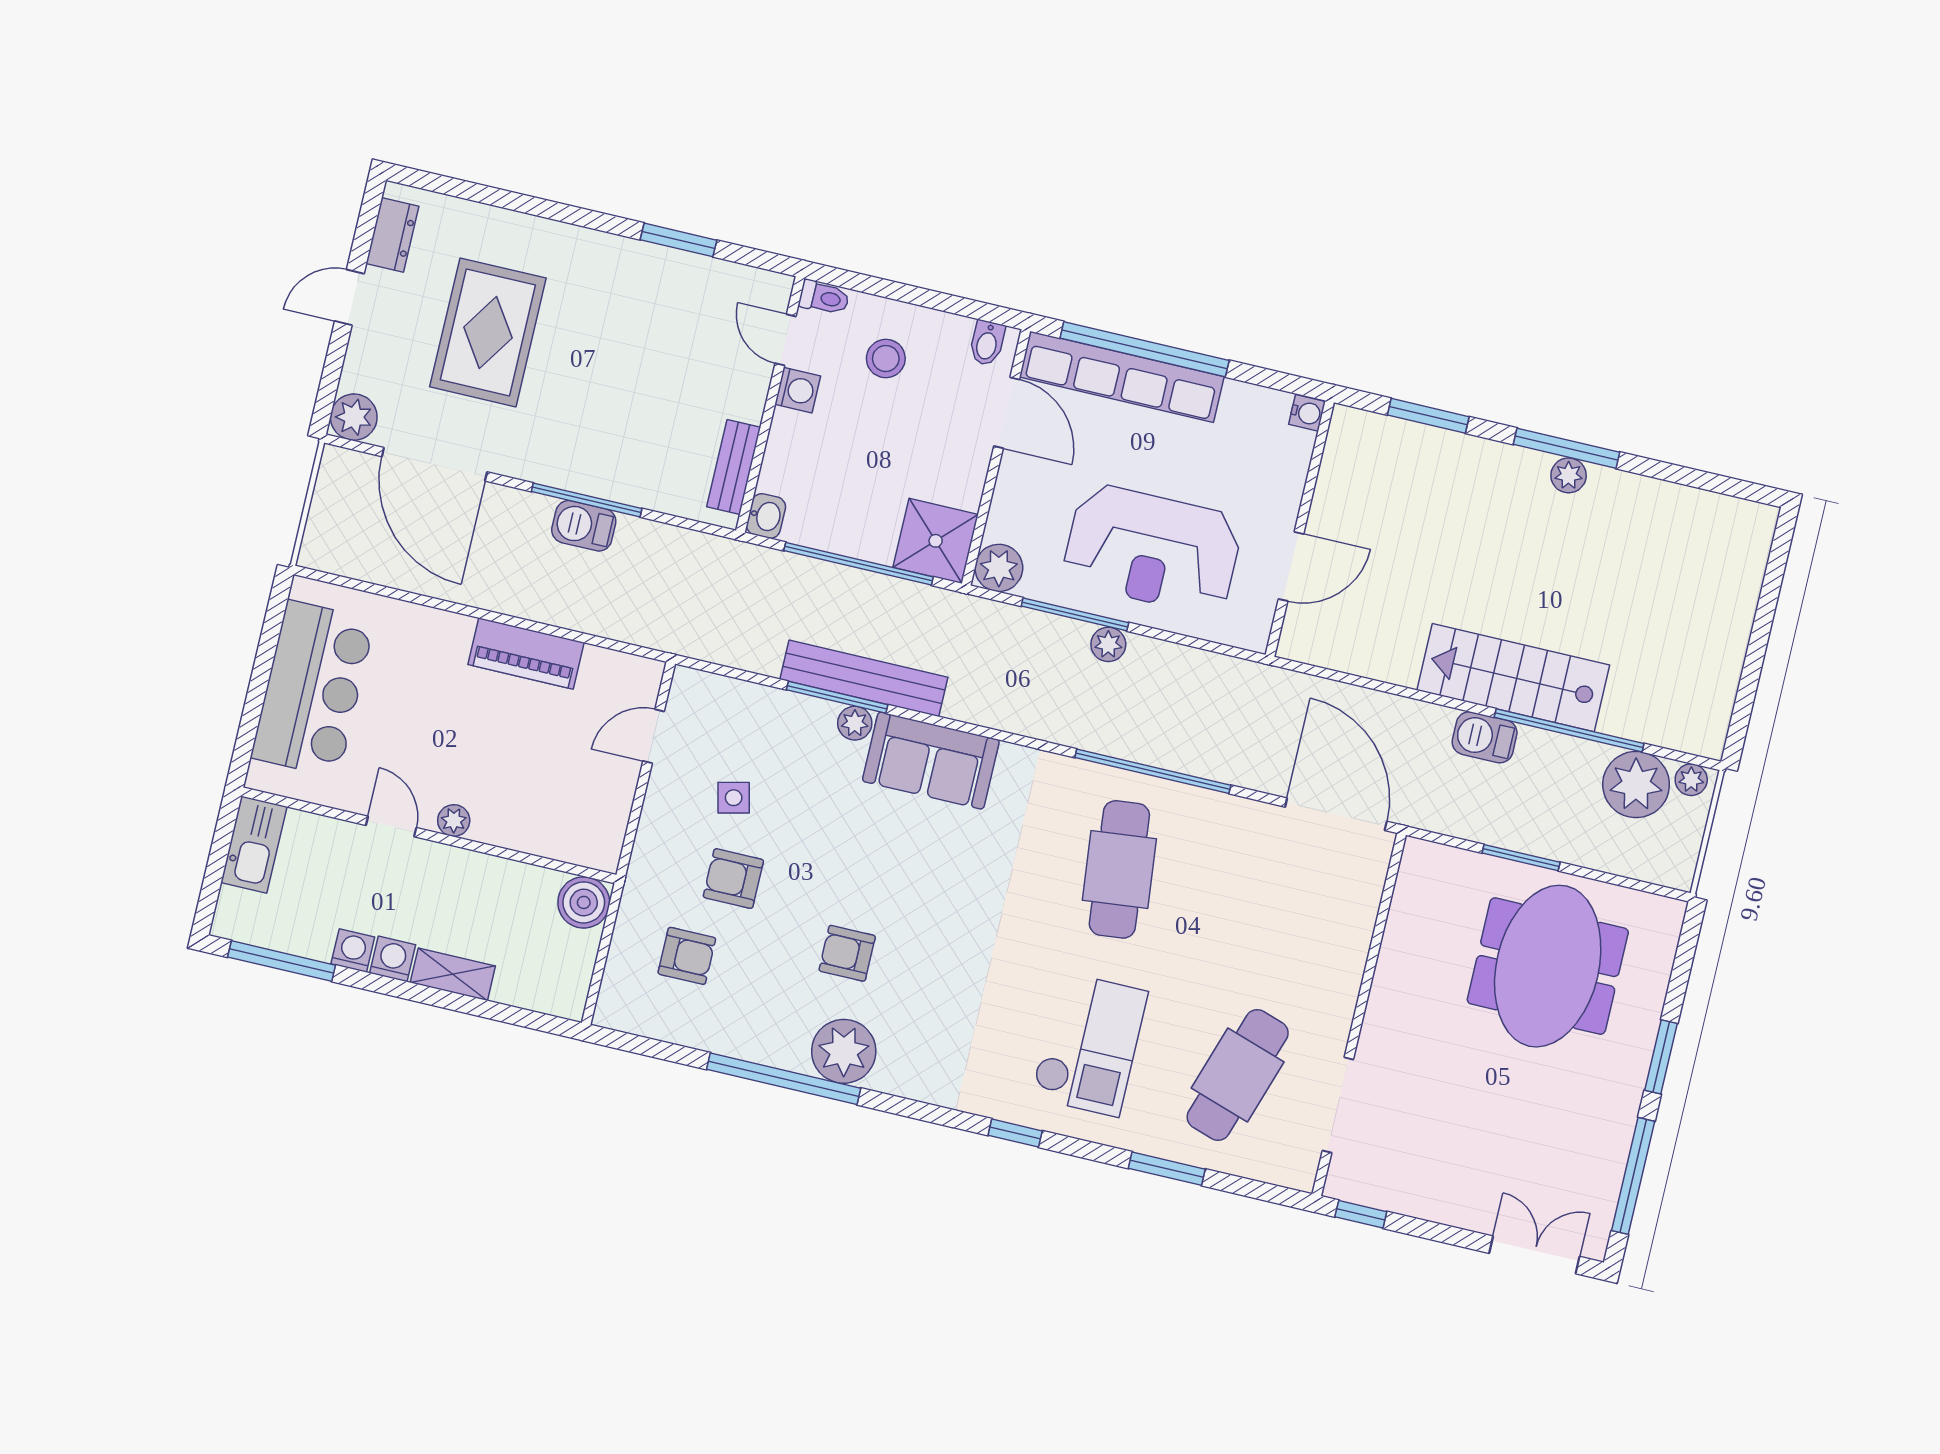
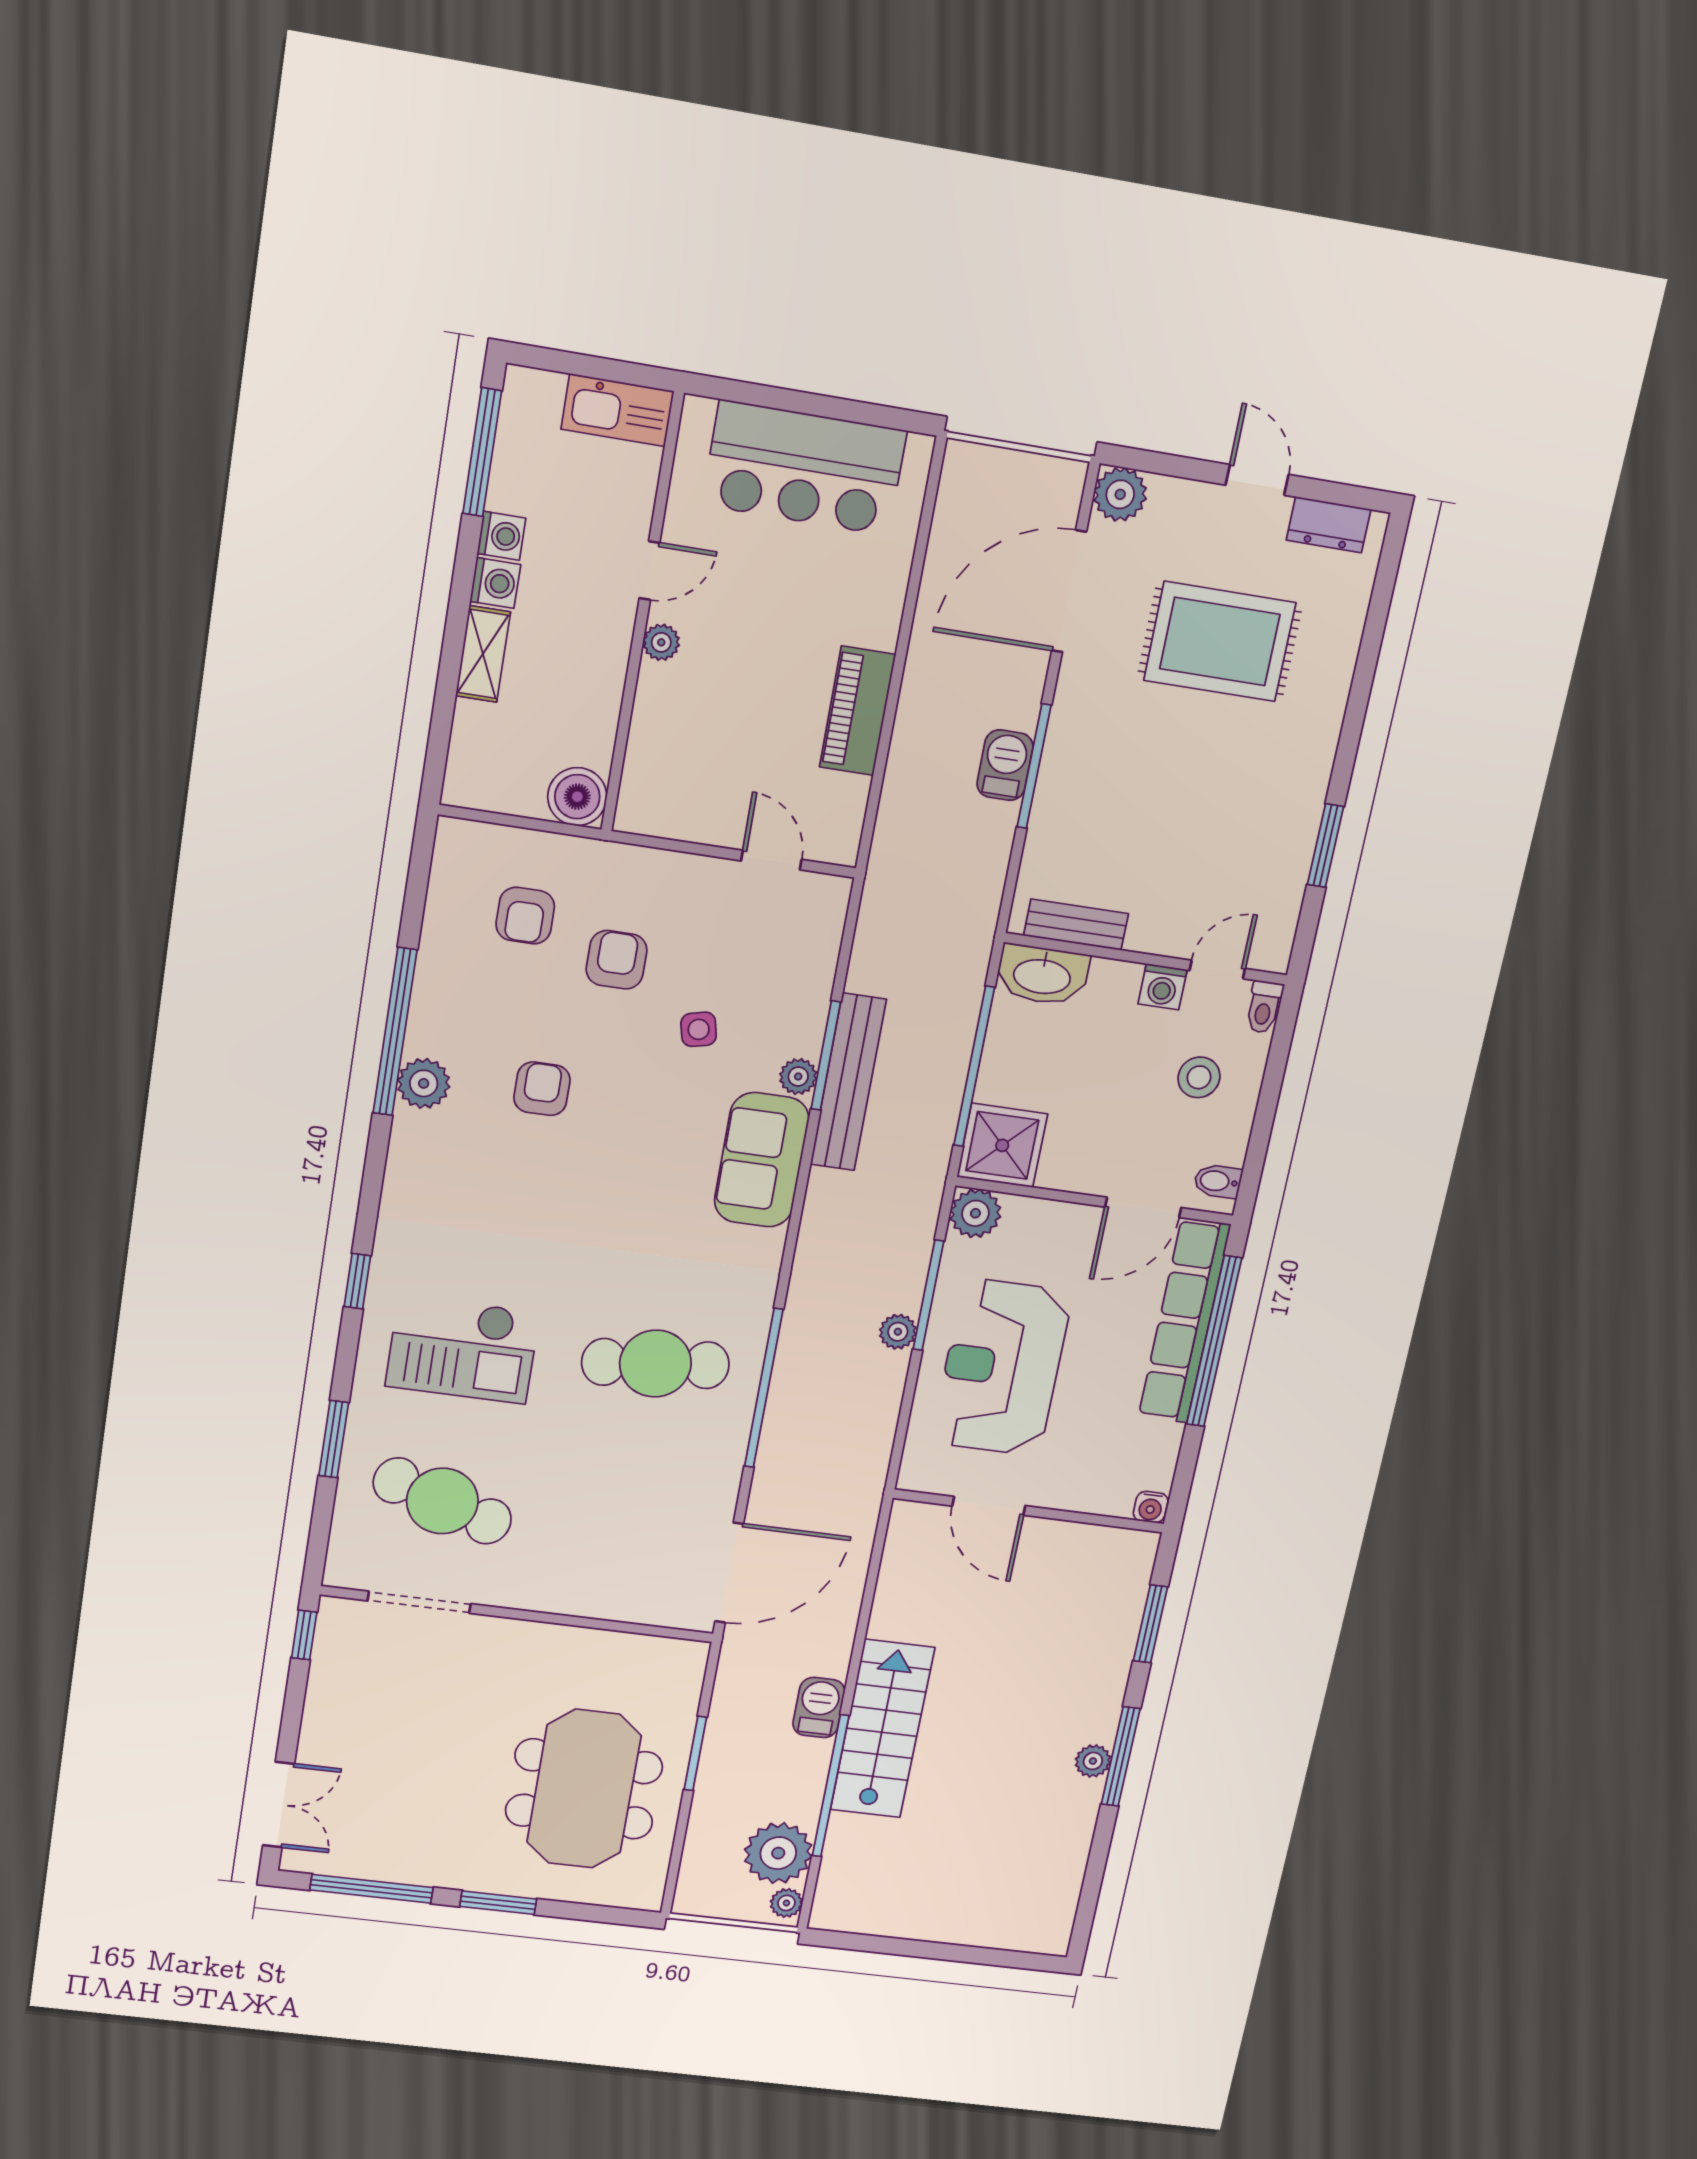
washbasin: (766, 516) -> (1042, 975), width x1.91, depth x1.45
side table: (734, 798) -> (699, 1029), moved
meeting table: (1548, 966) -> (584, 1789), turned 90
plant: (844, 1051) -> (424, 1083), width x0.73, depth x0.73

